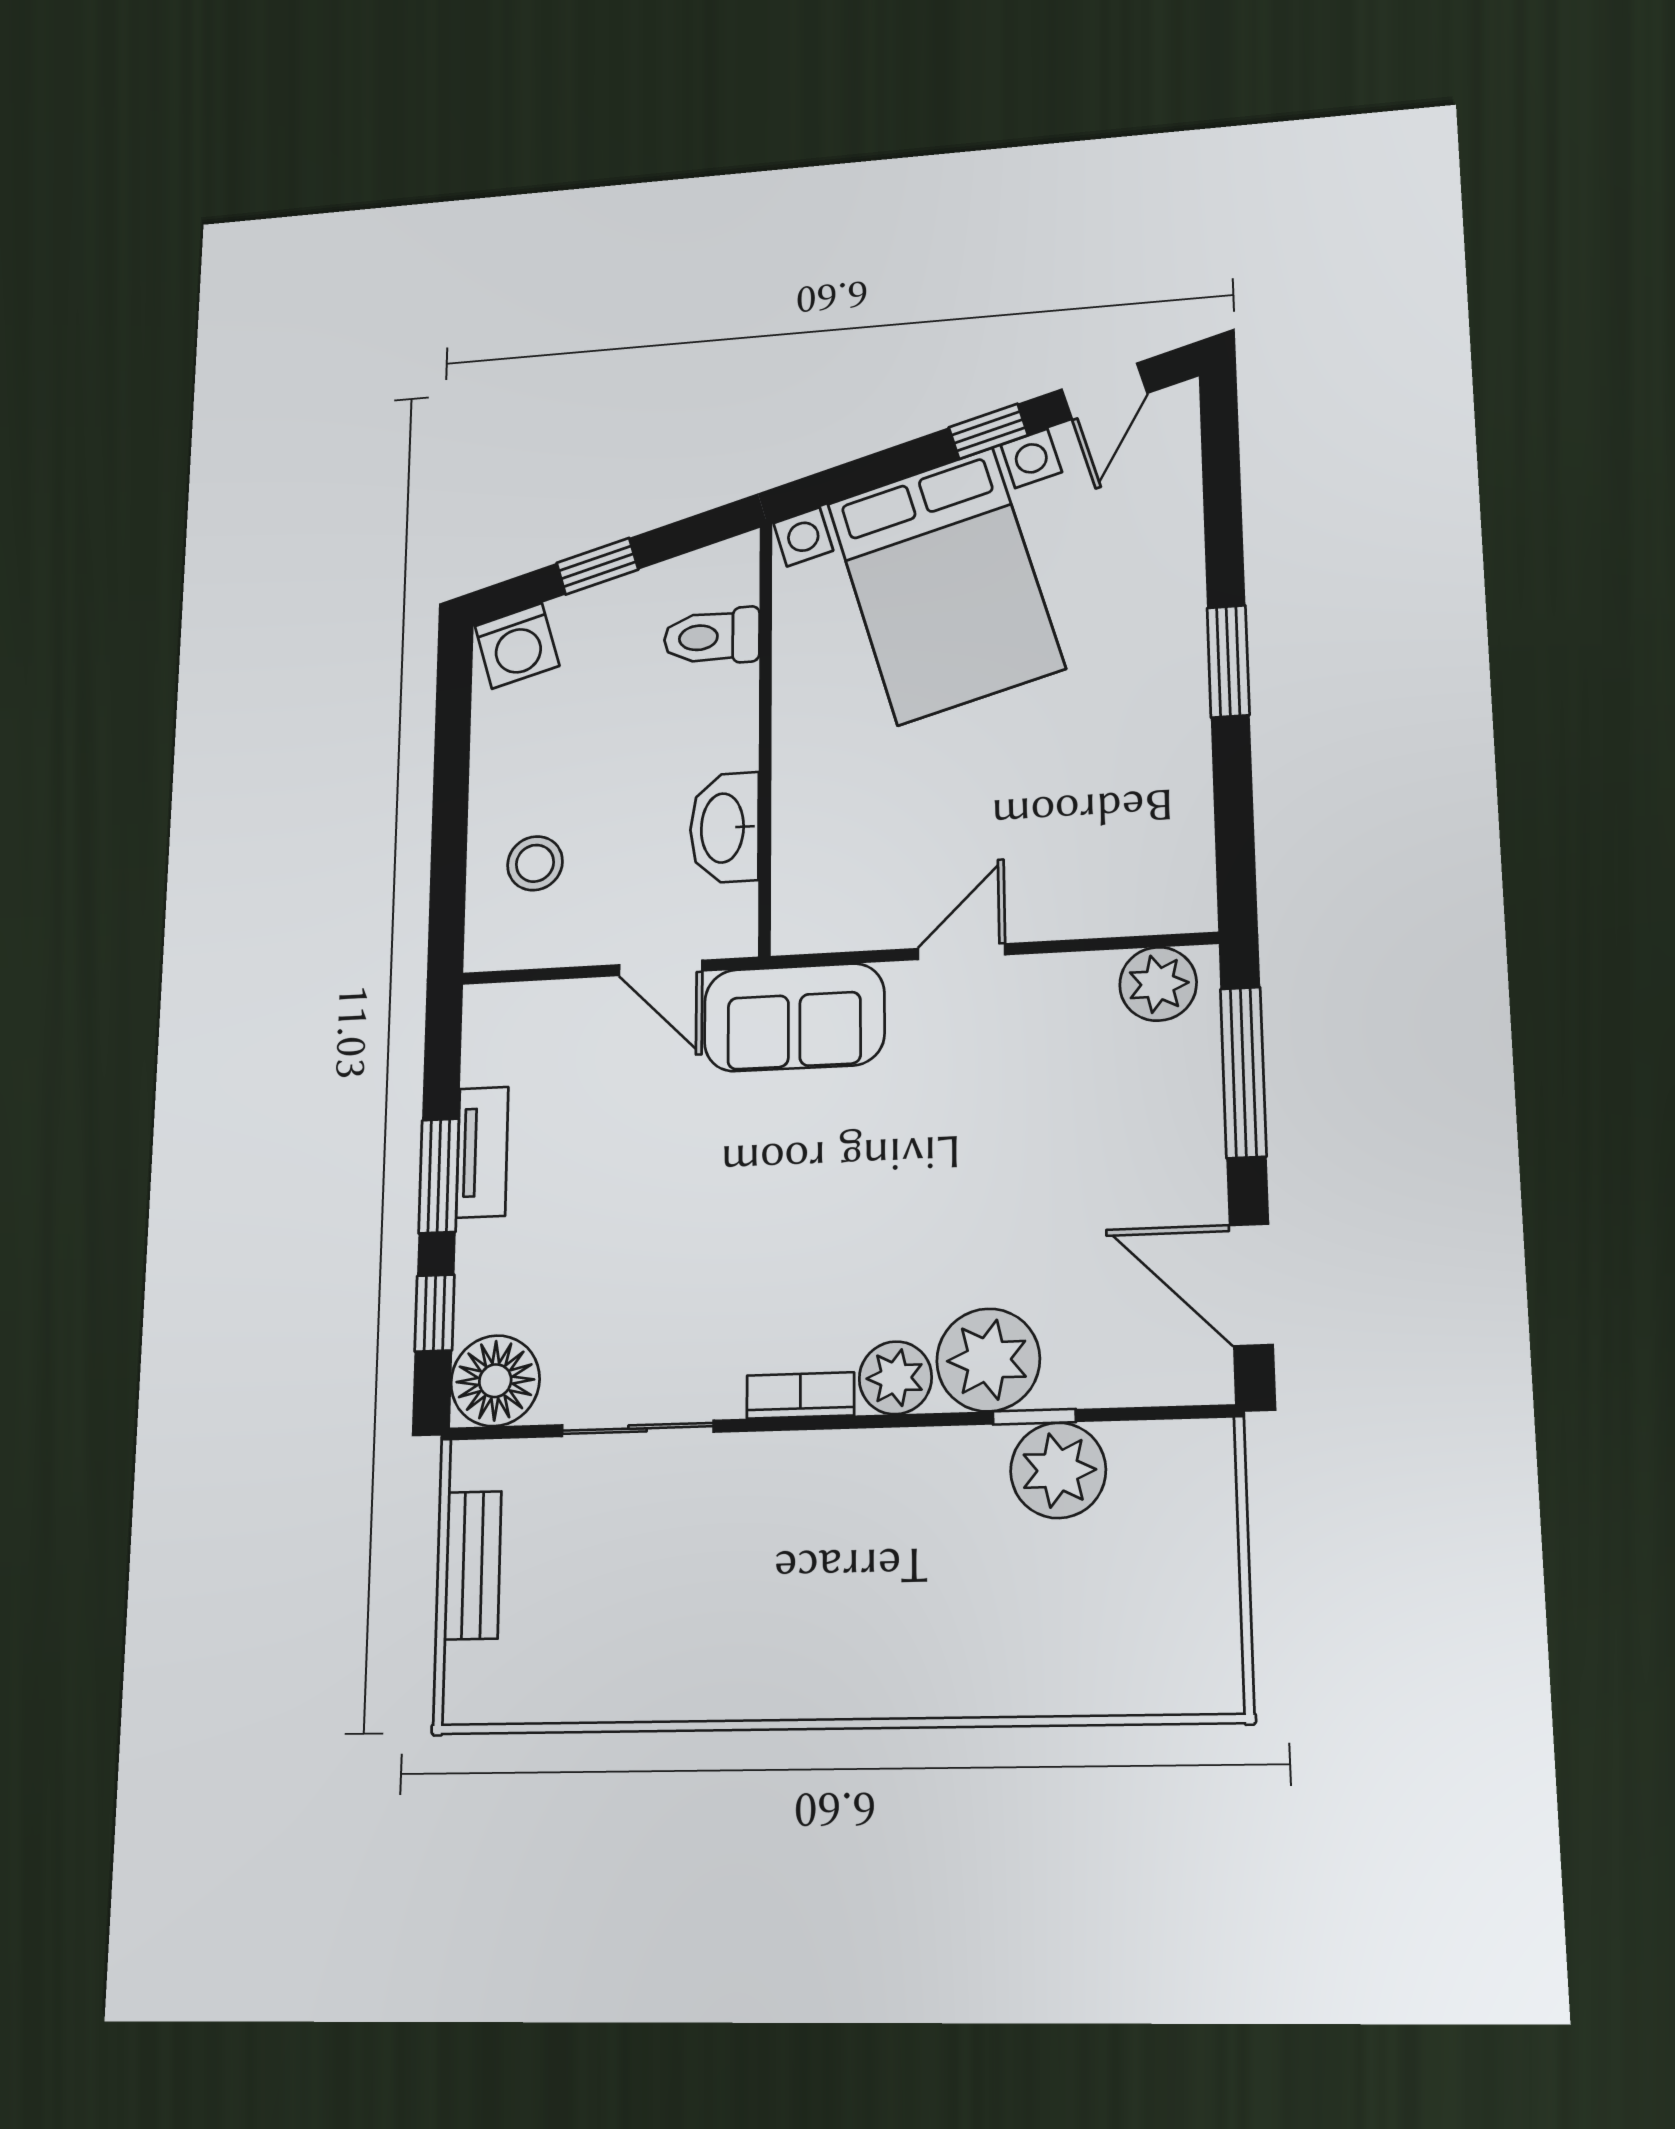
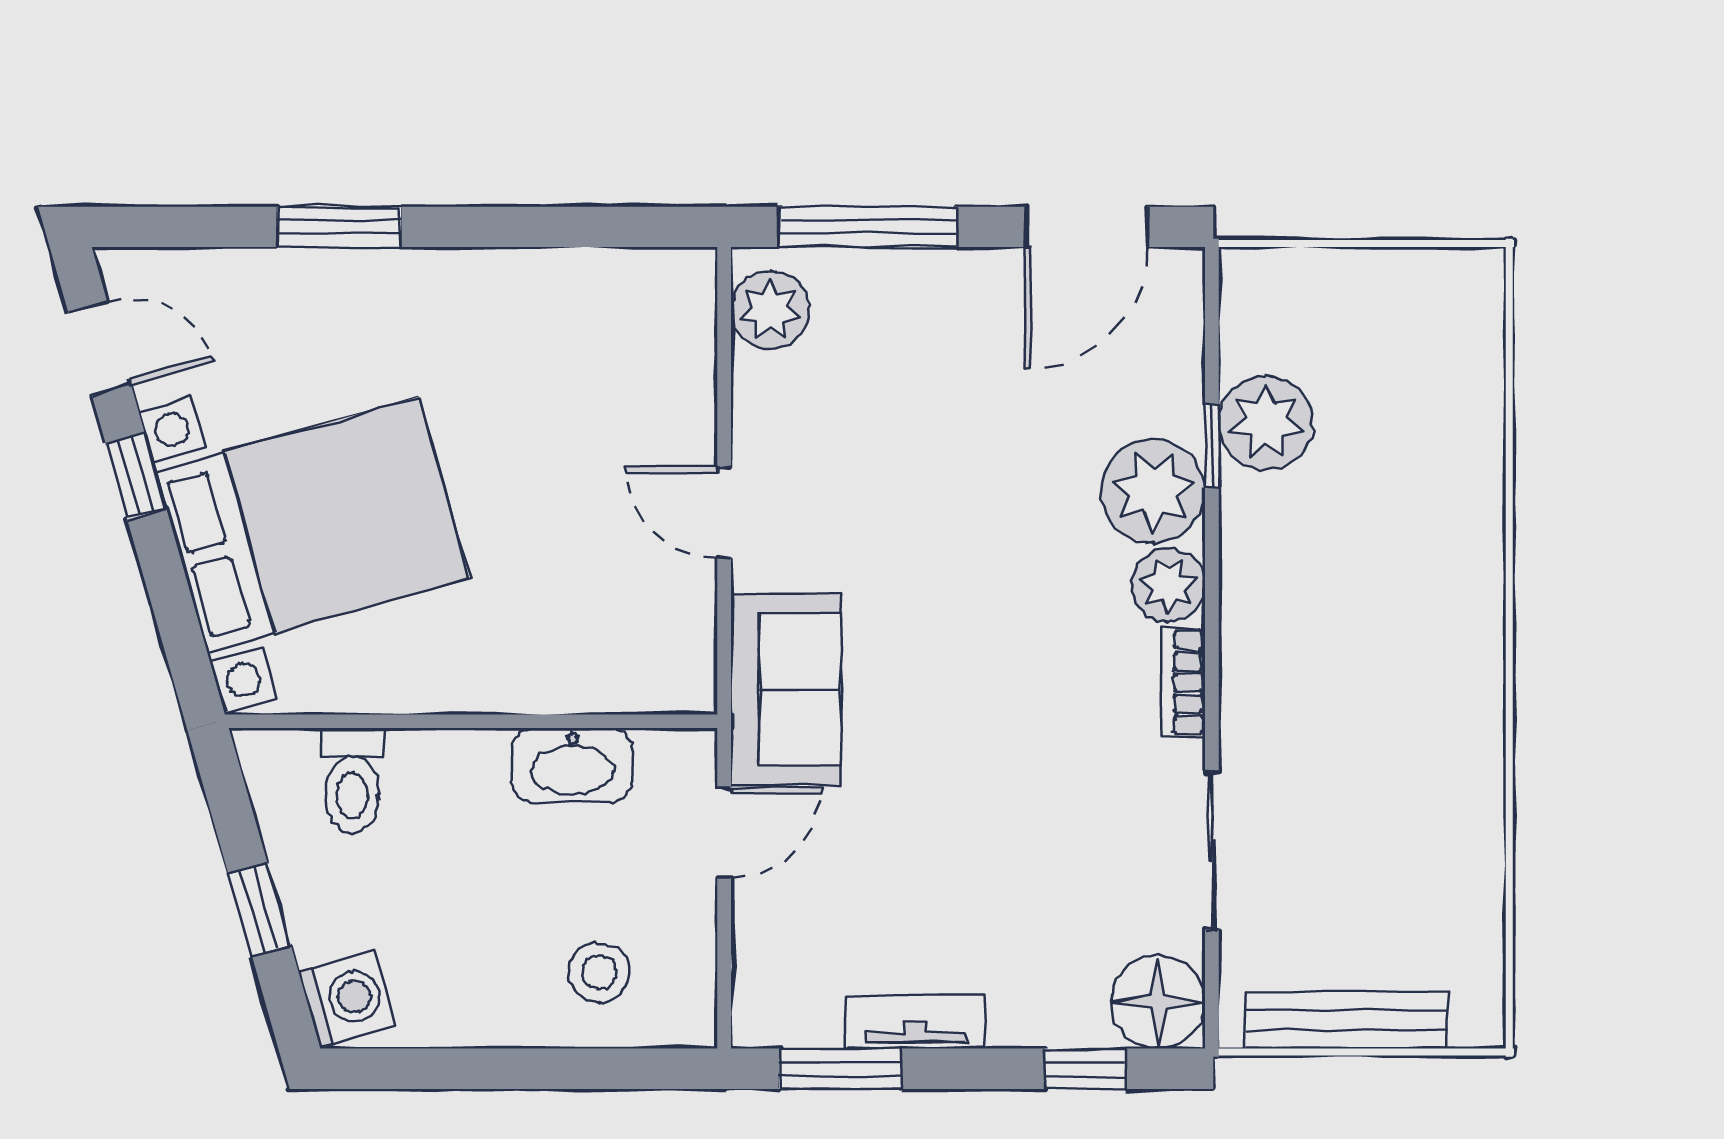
window: (1228, 661) -> (339, 227), moved
window: (439, 1176) -> (840, 1069), moved
bench: (473, 1565) -> (1346, 1020), width x1.36

